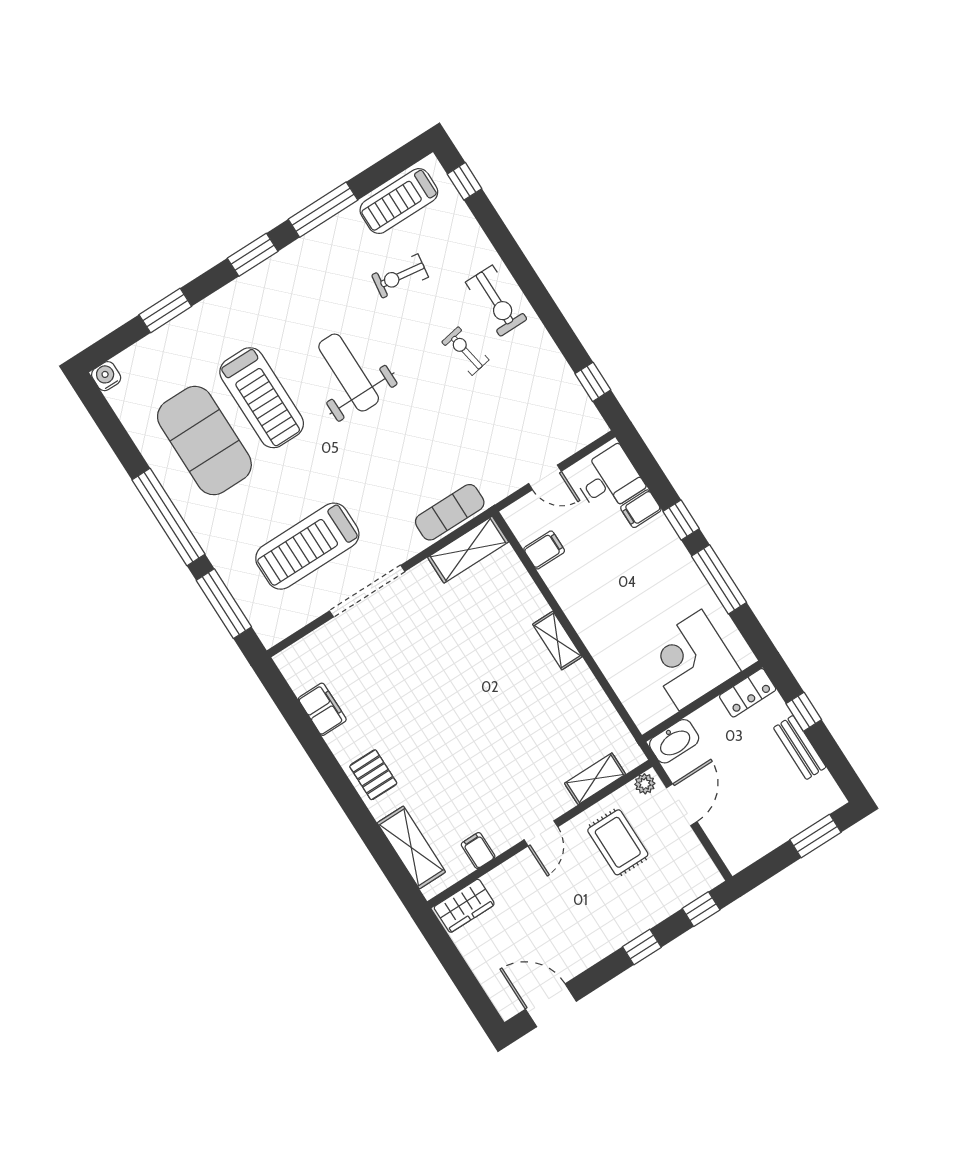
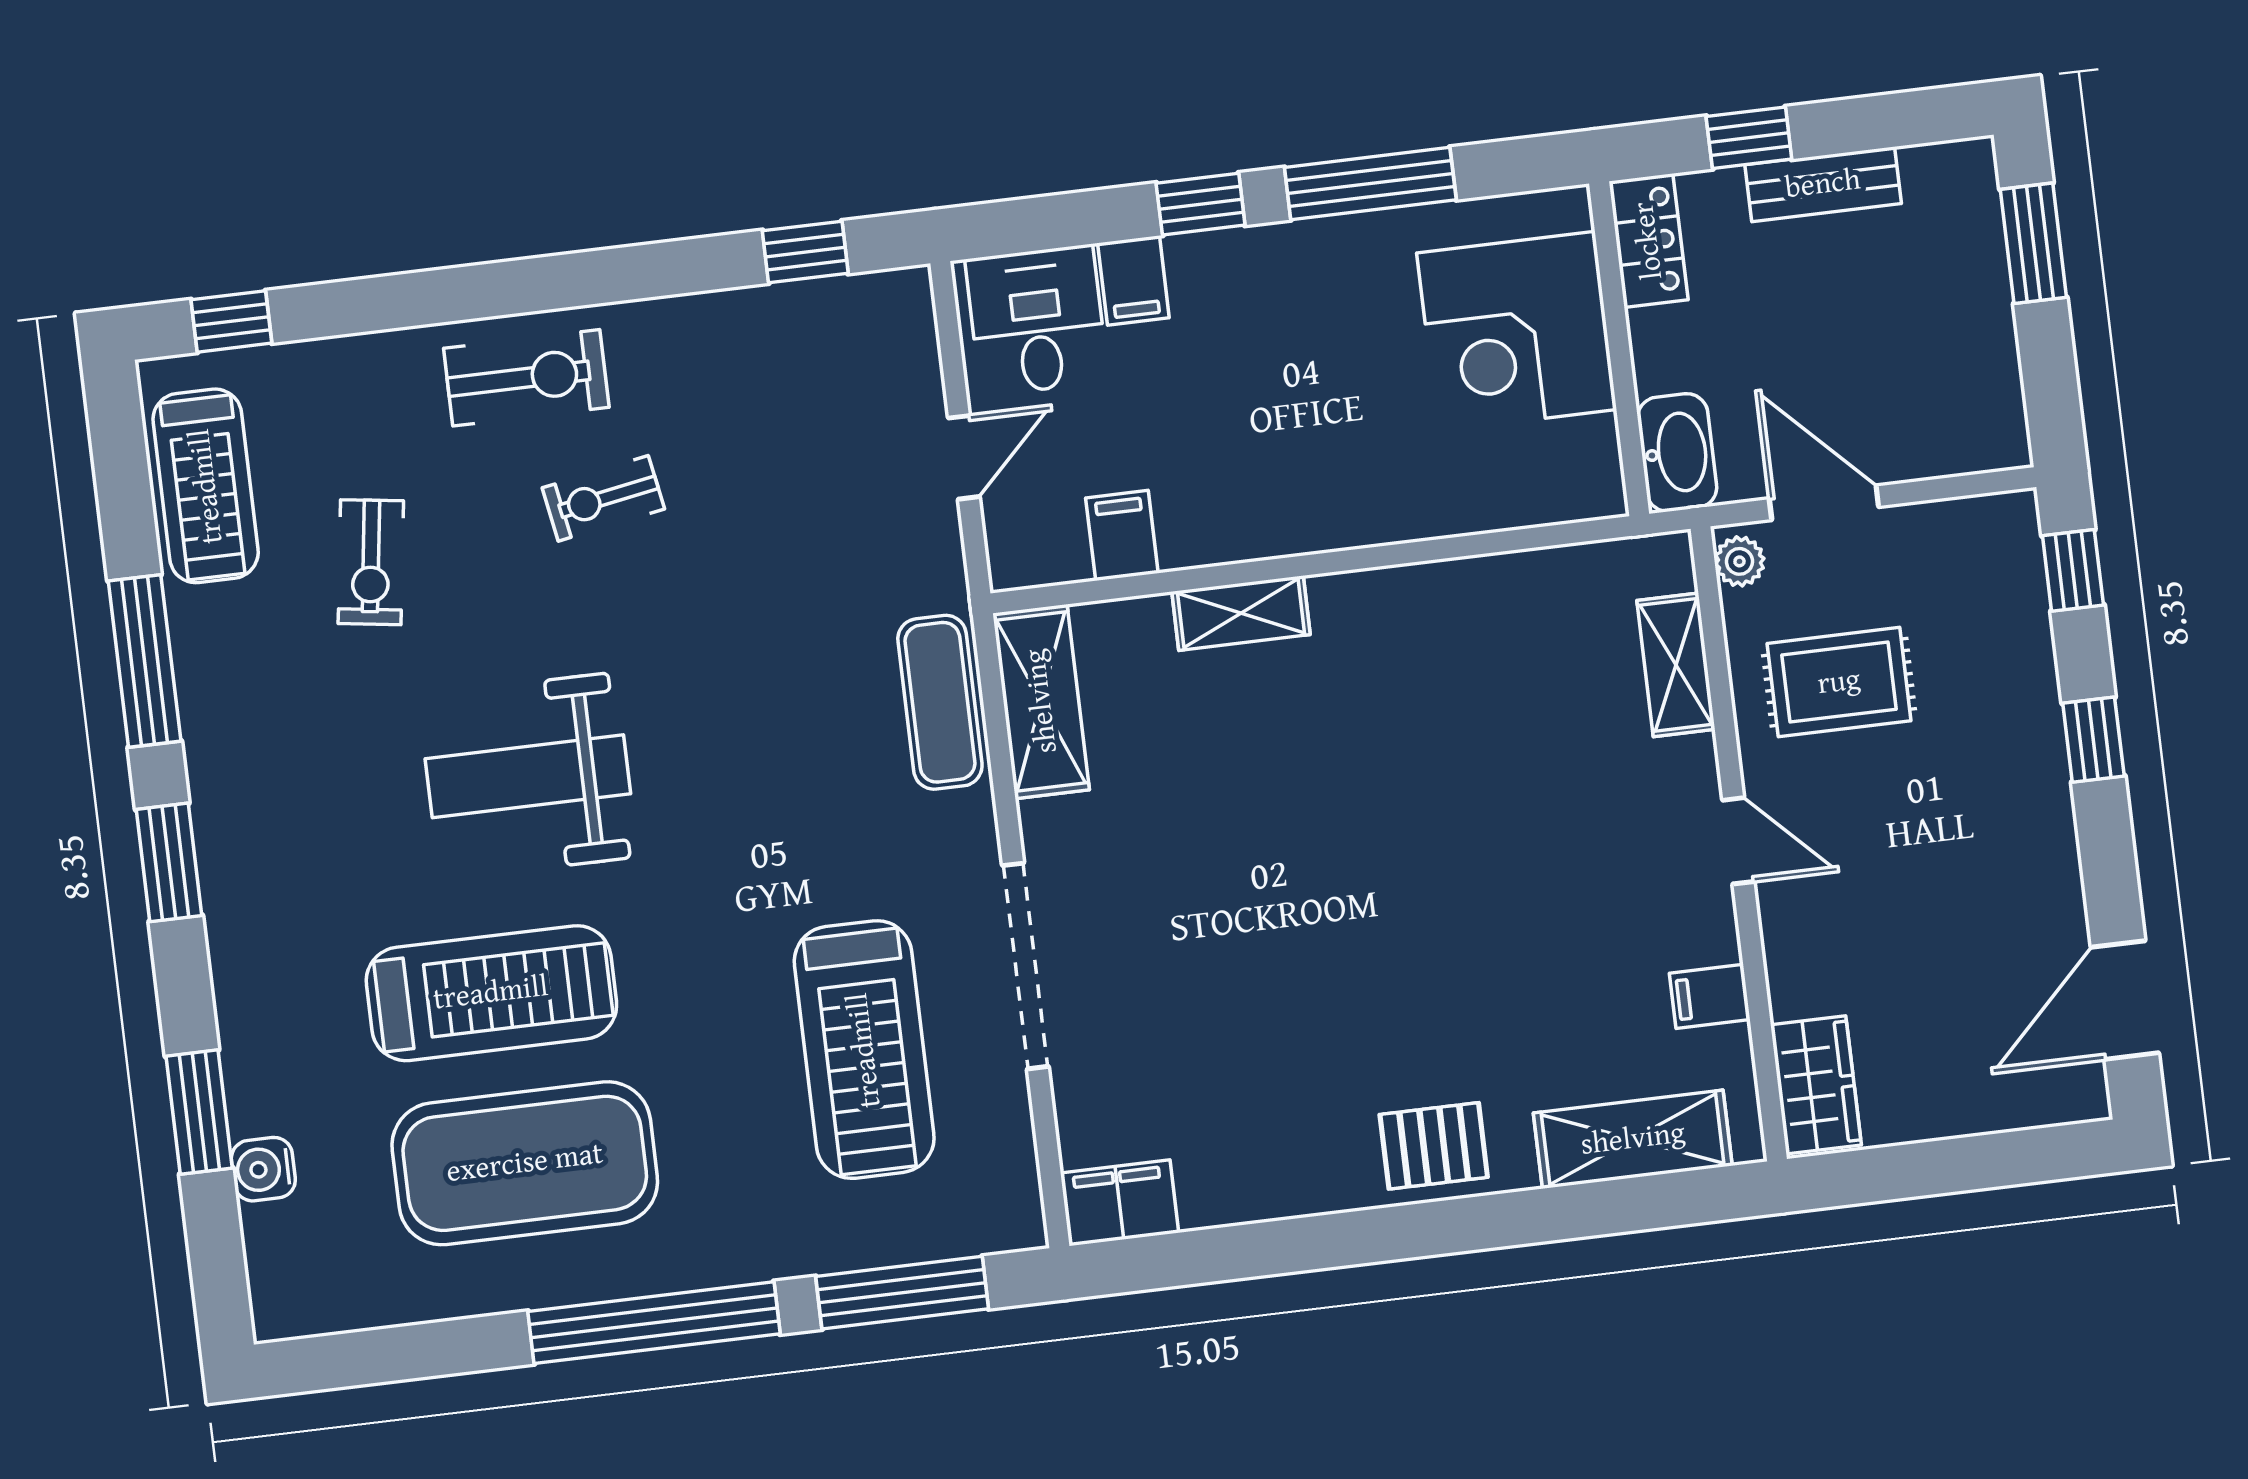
water cooler: (106, 376) -> (263, 1169), moved
shelving: (557, 641) -> (1241, 613), moved
filing cabinet: (322, 709) -> (1120, 1203), moved

